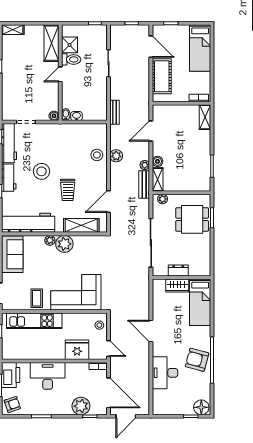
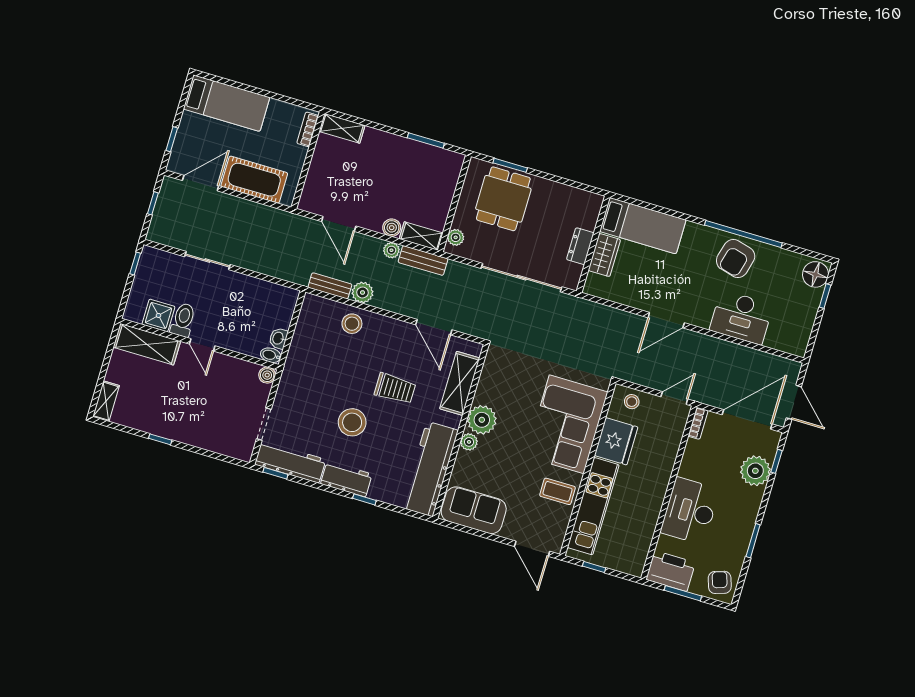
bench: (115, 112) -> (330, 286), moved
fridge: (77, 350) -> (616, 441), moved, turned 180

